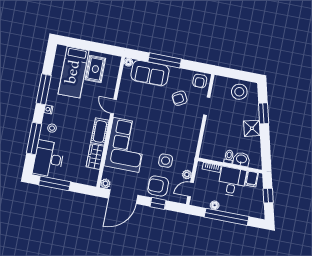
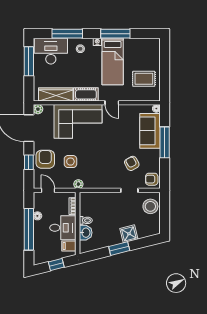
bed: (73, 72) -> (113, 62), moved, turned -90
stool: (239, 92) -> (150, 206), moved
door: (114, 107) -> (112, 103), swing flipped
window: (264, 113) -> (119, 249), moved
shower: (252, 128) -> (129, 234), moved
wardrobe: (95, 157) -> (56, 94), width x1.50
plant: (187, 174) -> (78, 184), moved

